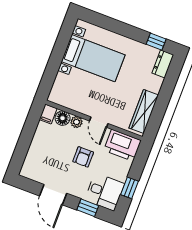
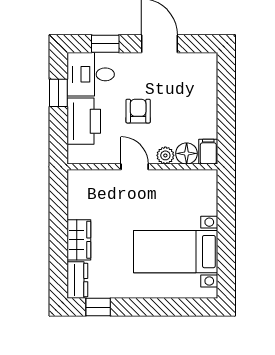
wardrobe: (144, 112) -> (79, 240), moved, width x0.67
printer: (122, 145) -> (84, 121), moved, turned 90

